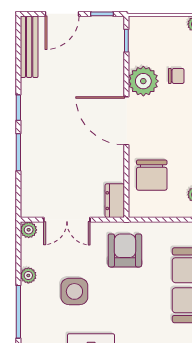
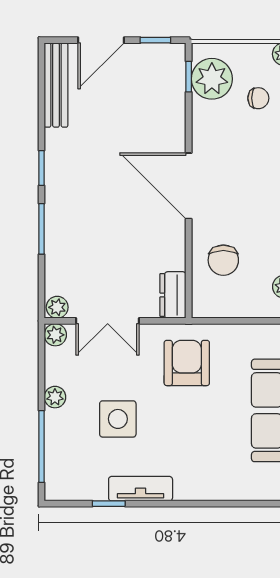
chair: (176, 76) -> (258, 98), moved
plant: (143, 81) -> (212, 79), moved
chair: (152, 175) -> (223, 260), width x0.73, depth x0.73
plant: (30, 210) -> (57, 307), added

